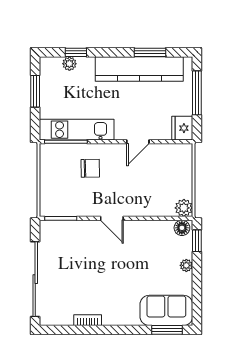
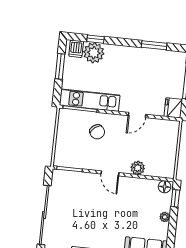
plant: (69, 64) -> (94, 53), width x1.88, depth x1.88
dishwasher: (53, 67) -> (76, 49), added
kitchen counter: (139, 69) -> (144, 57), removed
chair: (90, 168) -> (97, 132), turned 53
plant: (184, 208) -> (138, 168), moved

